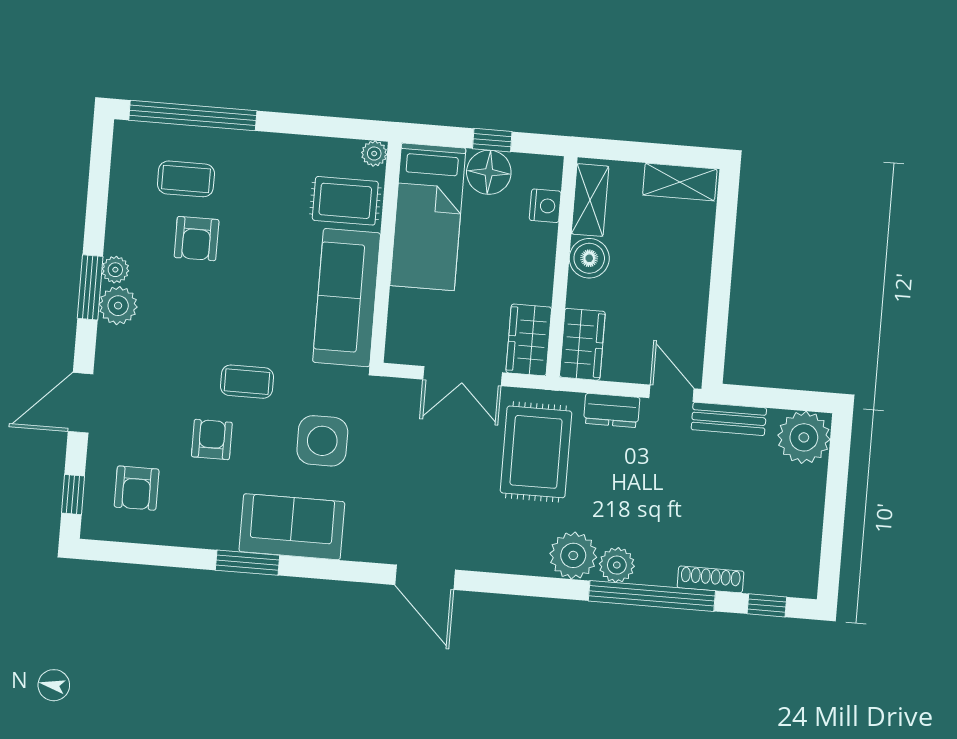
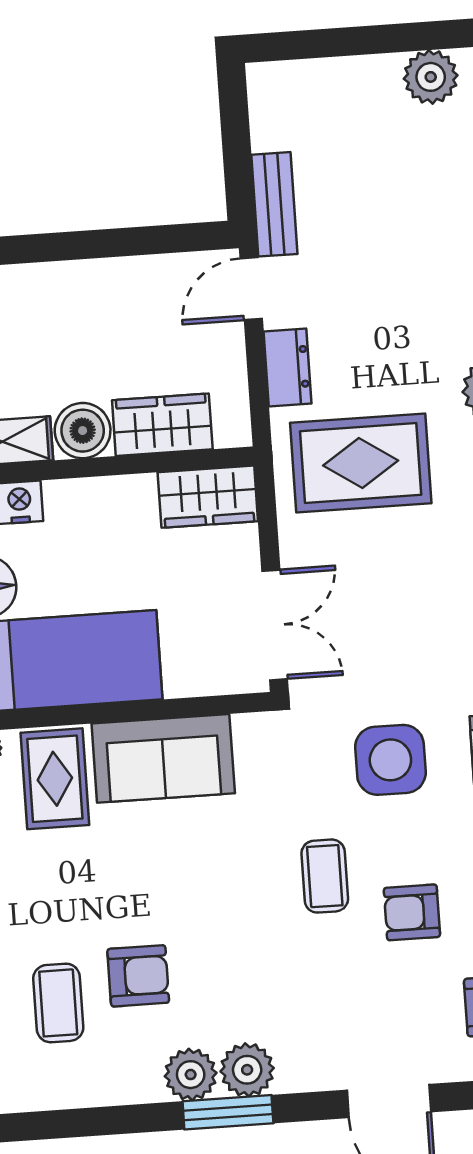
plant: (115, 270) -> (191, 1075), width x1.38, depth x1.38
sofa: (347, 298) -> (163, 758), width x0.73
wardrobe: (582, 344) -> (162, 425), moved
double door: (463, 376) -> (275, 625), moved
plant: (804, 437) -> (431, 77), moved, width x0.73, depth x0.73

